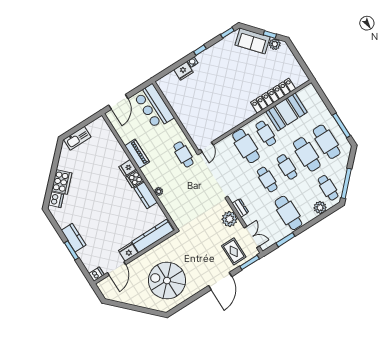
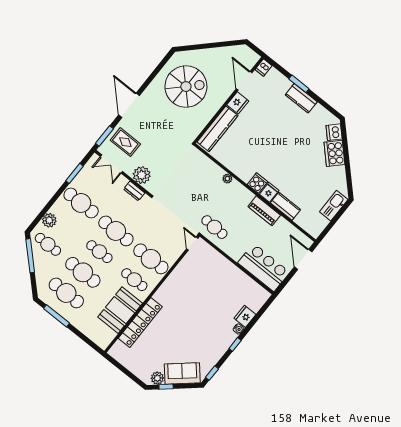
cafe table: (267, 179) -> (116, 231), width x1.37, depth x1.35
kitchen counter: (146, 195) -> (285, 206), moved

